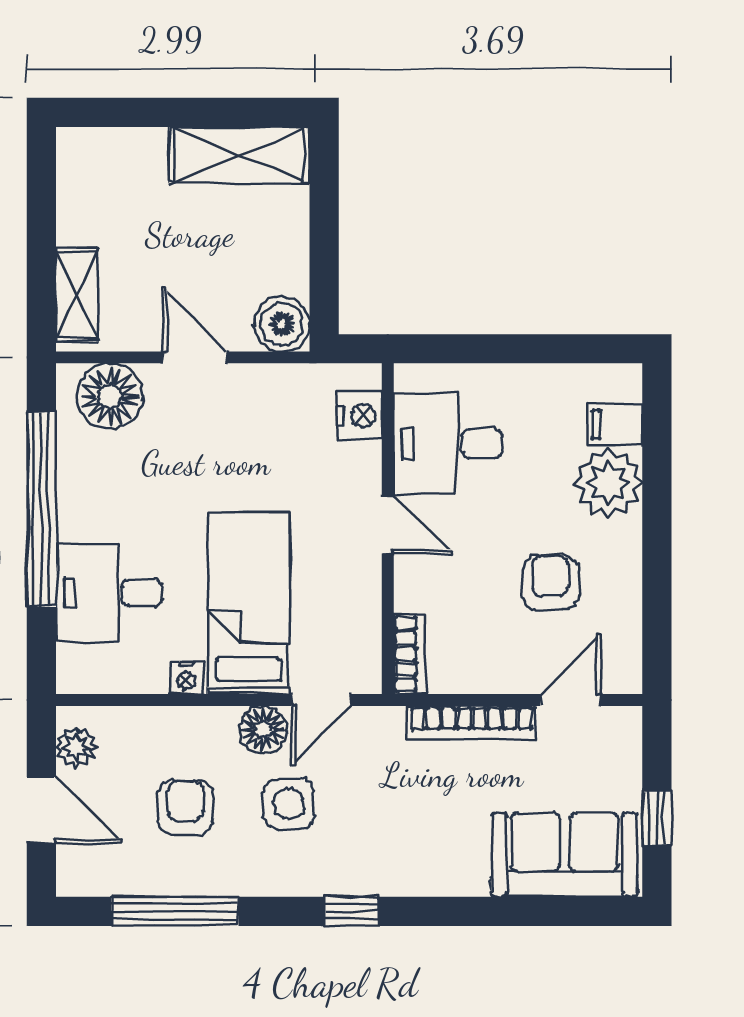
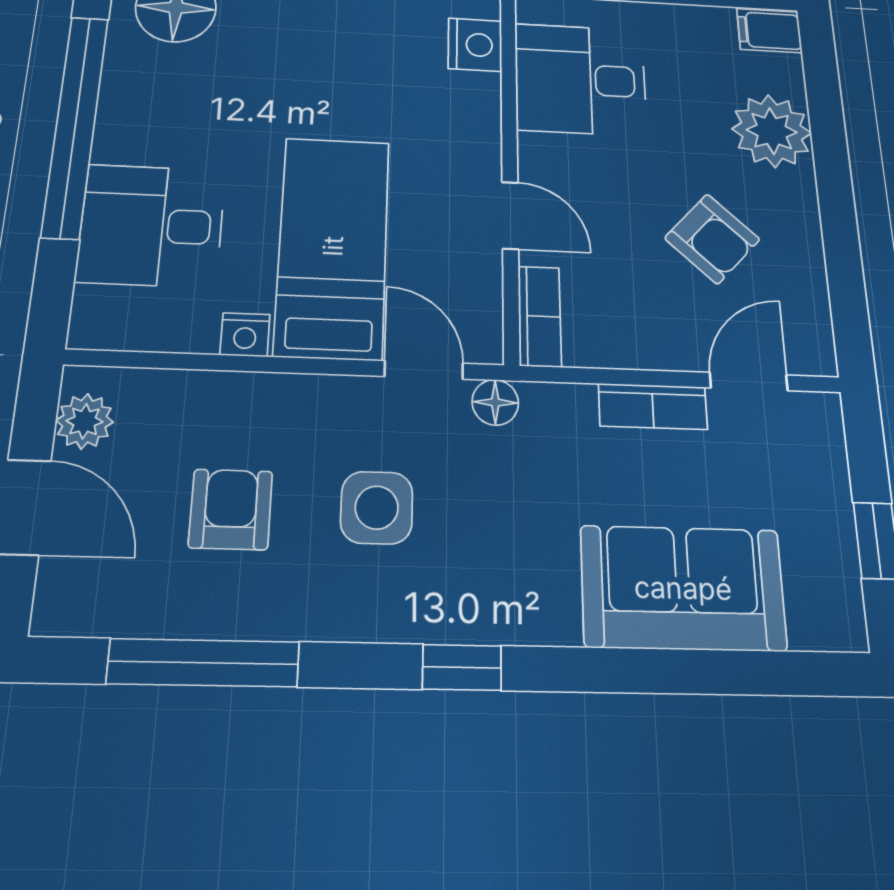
filing cabinet: (615, 424) -> (769, 31), moved
door: (388, 525) -> (510, 215), moved
armchair: (551, 583) -> (712, 239), turned 133
door: (321, 700) -> (424, 370), swing flipped
bookcase: (472, 722) -> (653, 406), width x0.64
floor lamp: (263, 730) -> (495, 402), moved, width x0.73, depth x0.73
sofa: (565, 855) -> (683, 588), moved

